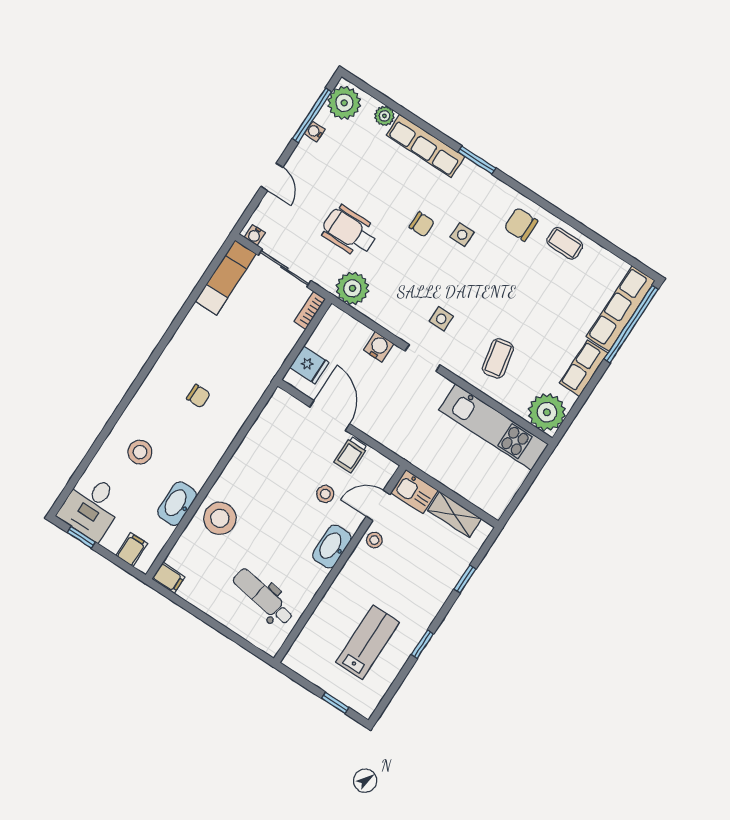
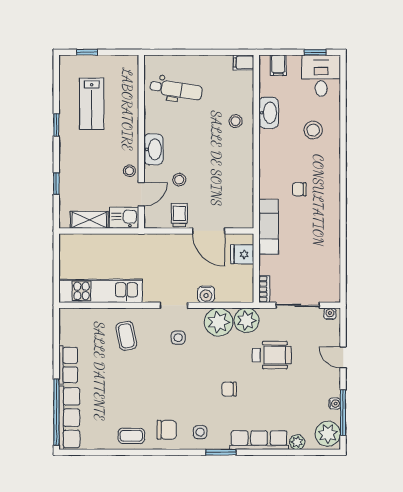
side table: (462, 235) -> (200, 432), moved
exam couch: (226, 277) -> (269, 227), moved, turned 180
plant: (547, 412) -> (219, 322), moved
stool: (220, 518) -> (236, 121), width x0.53, depth x0.53

